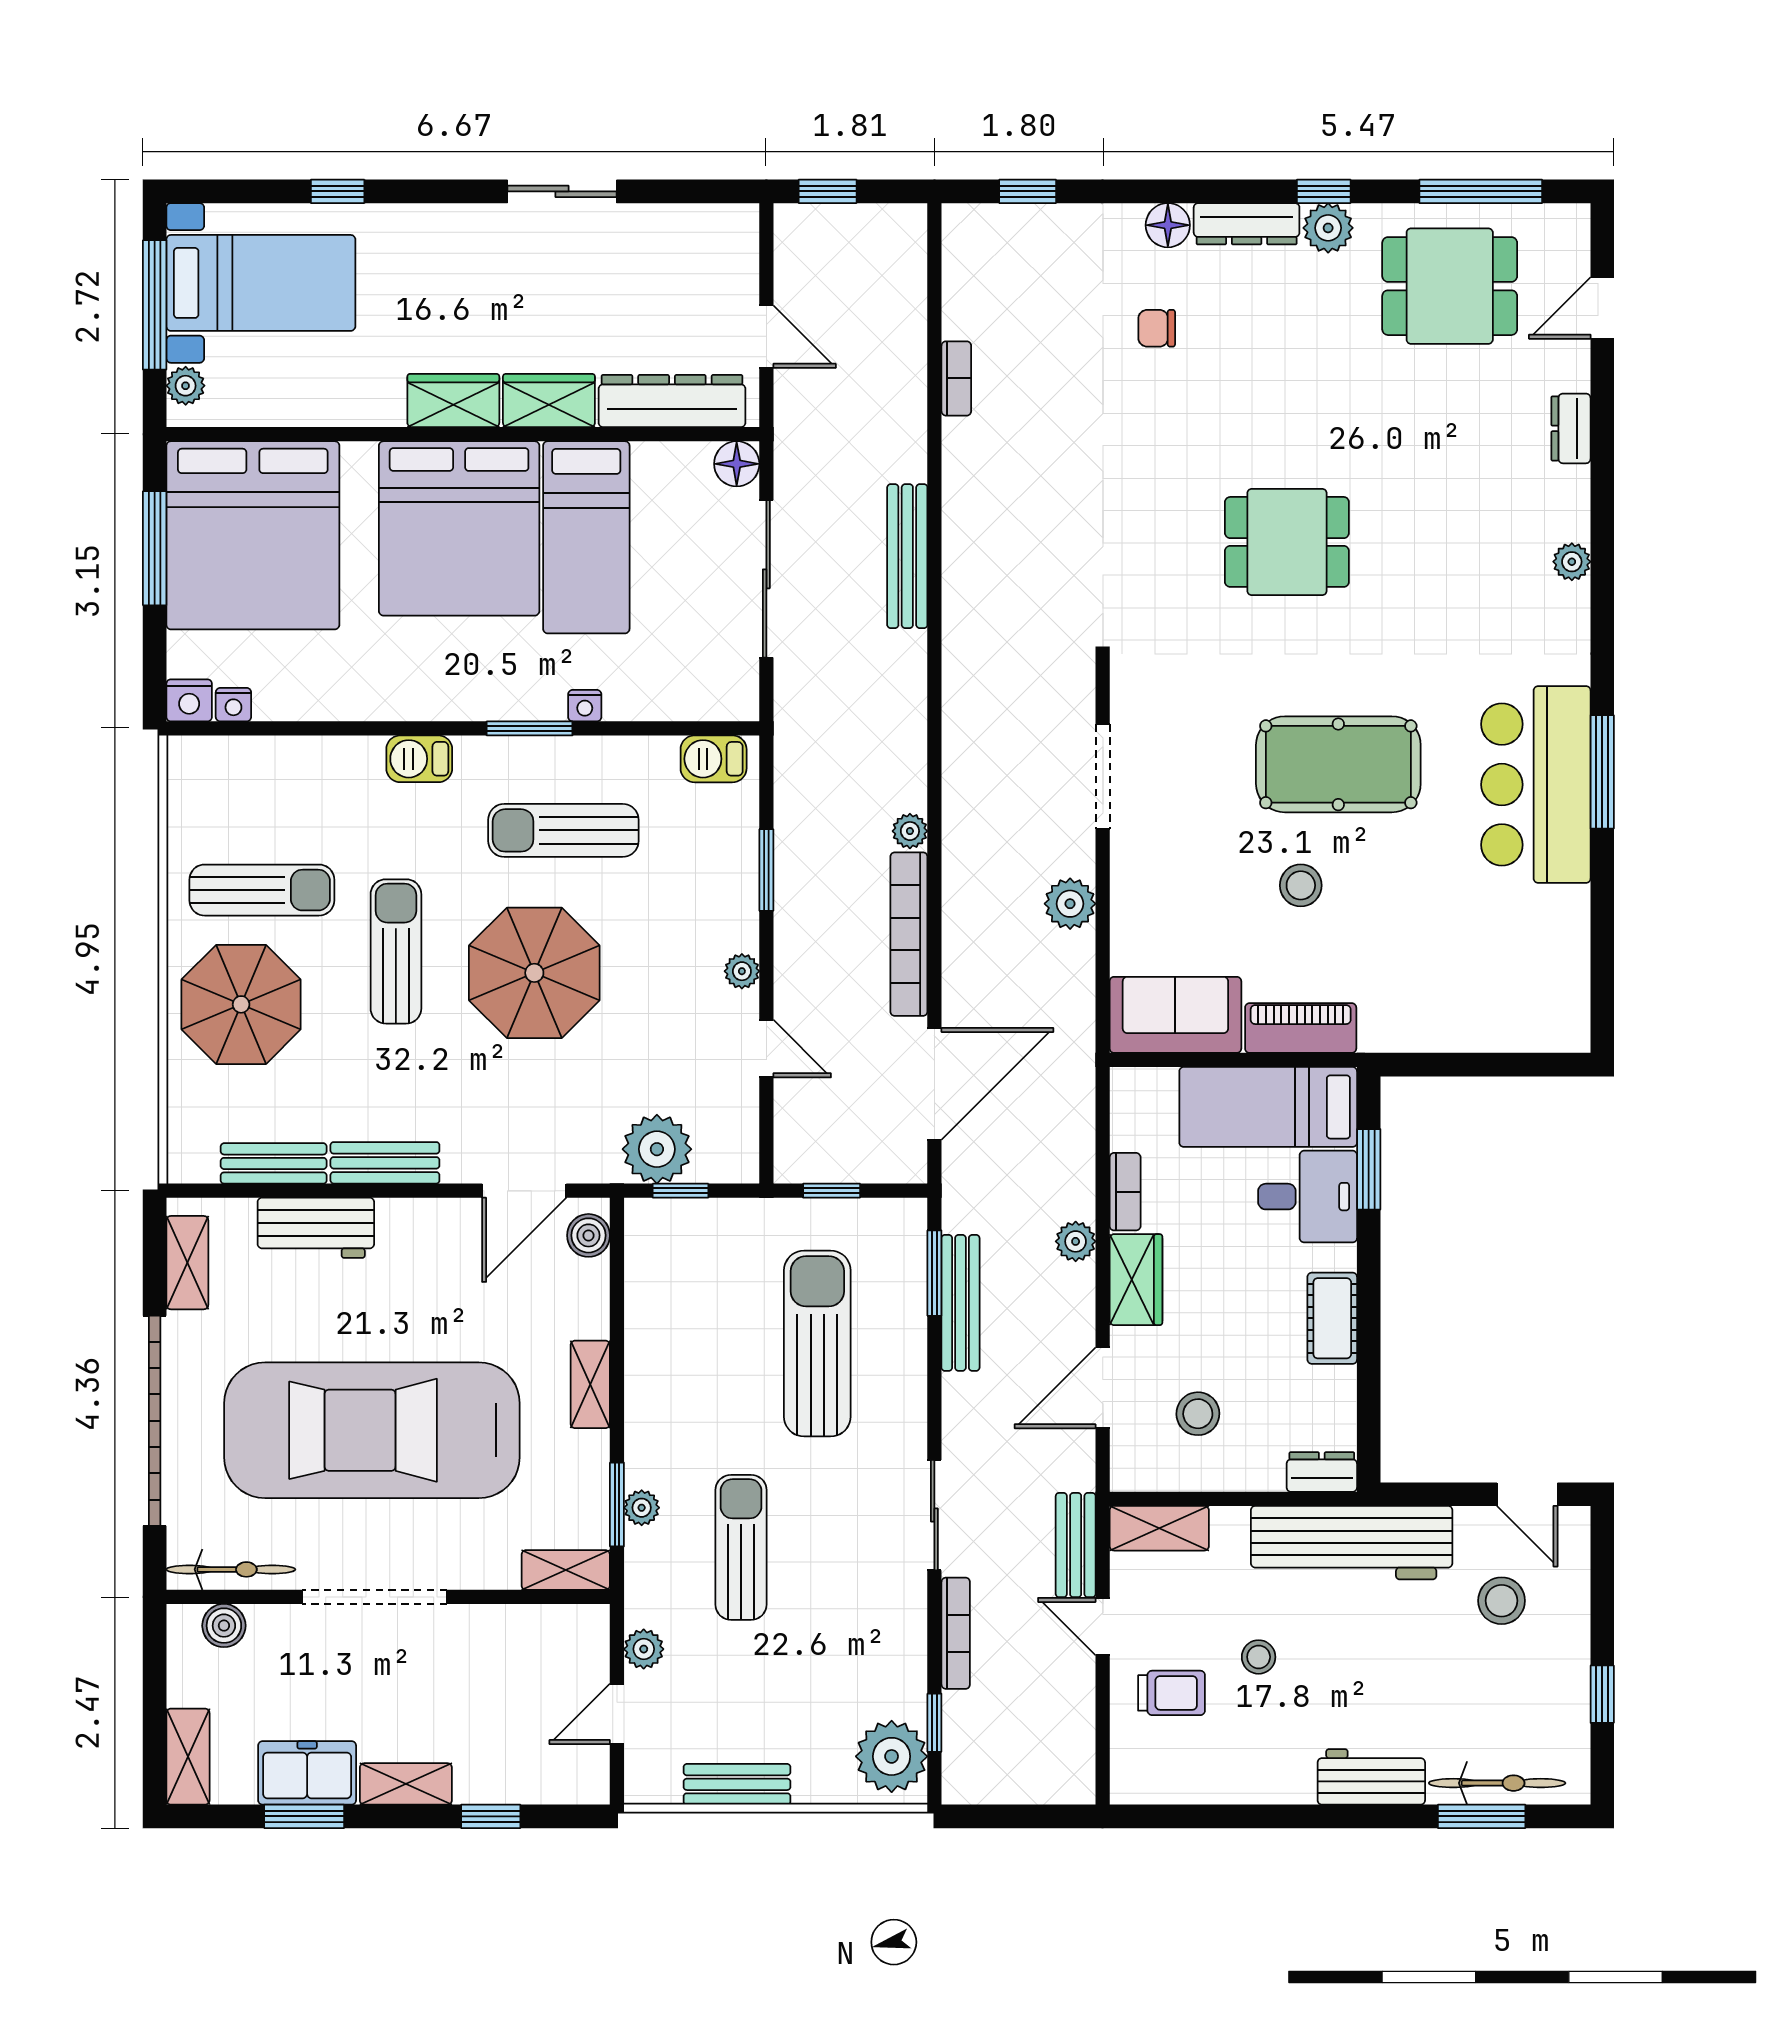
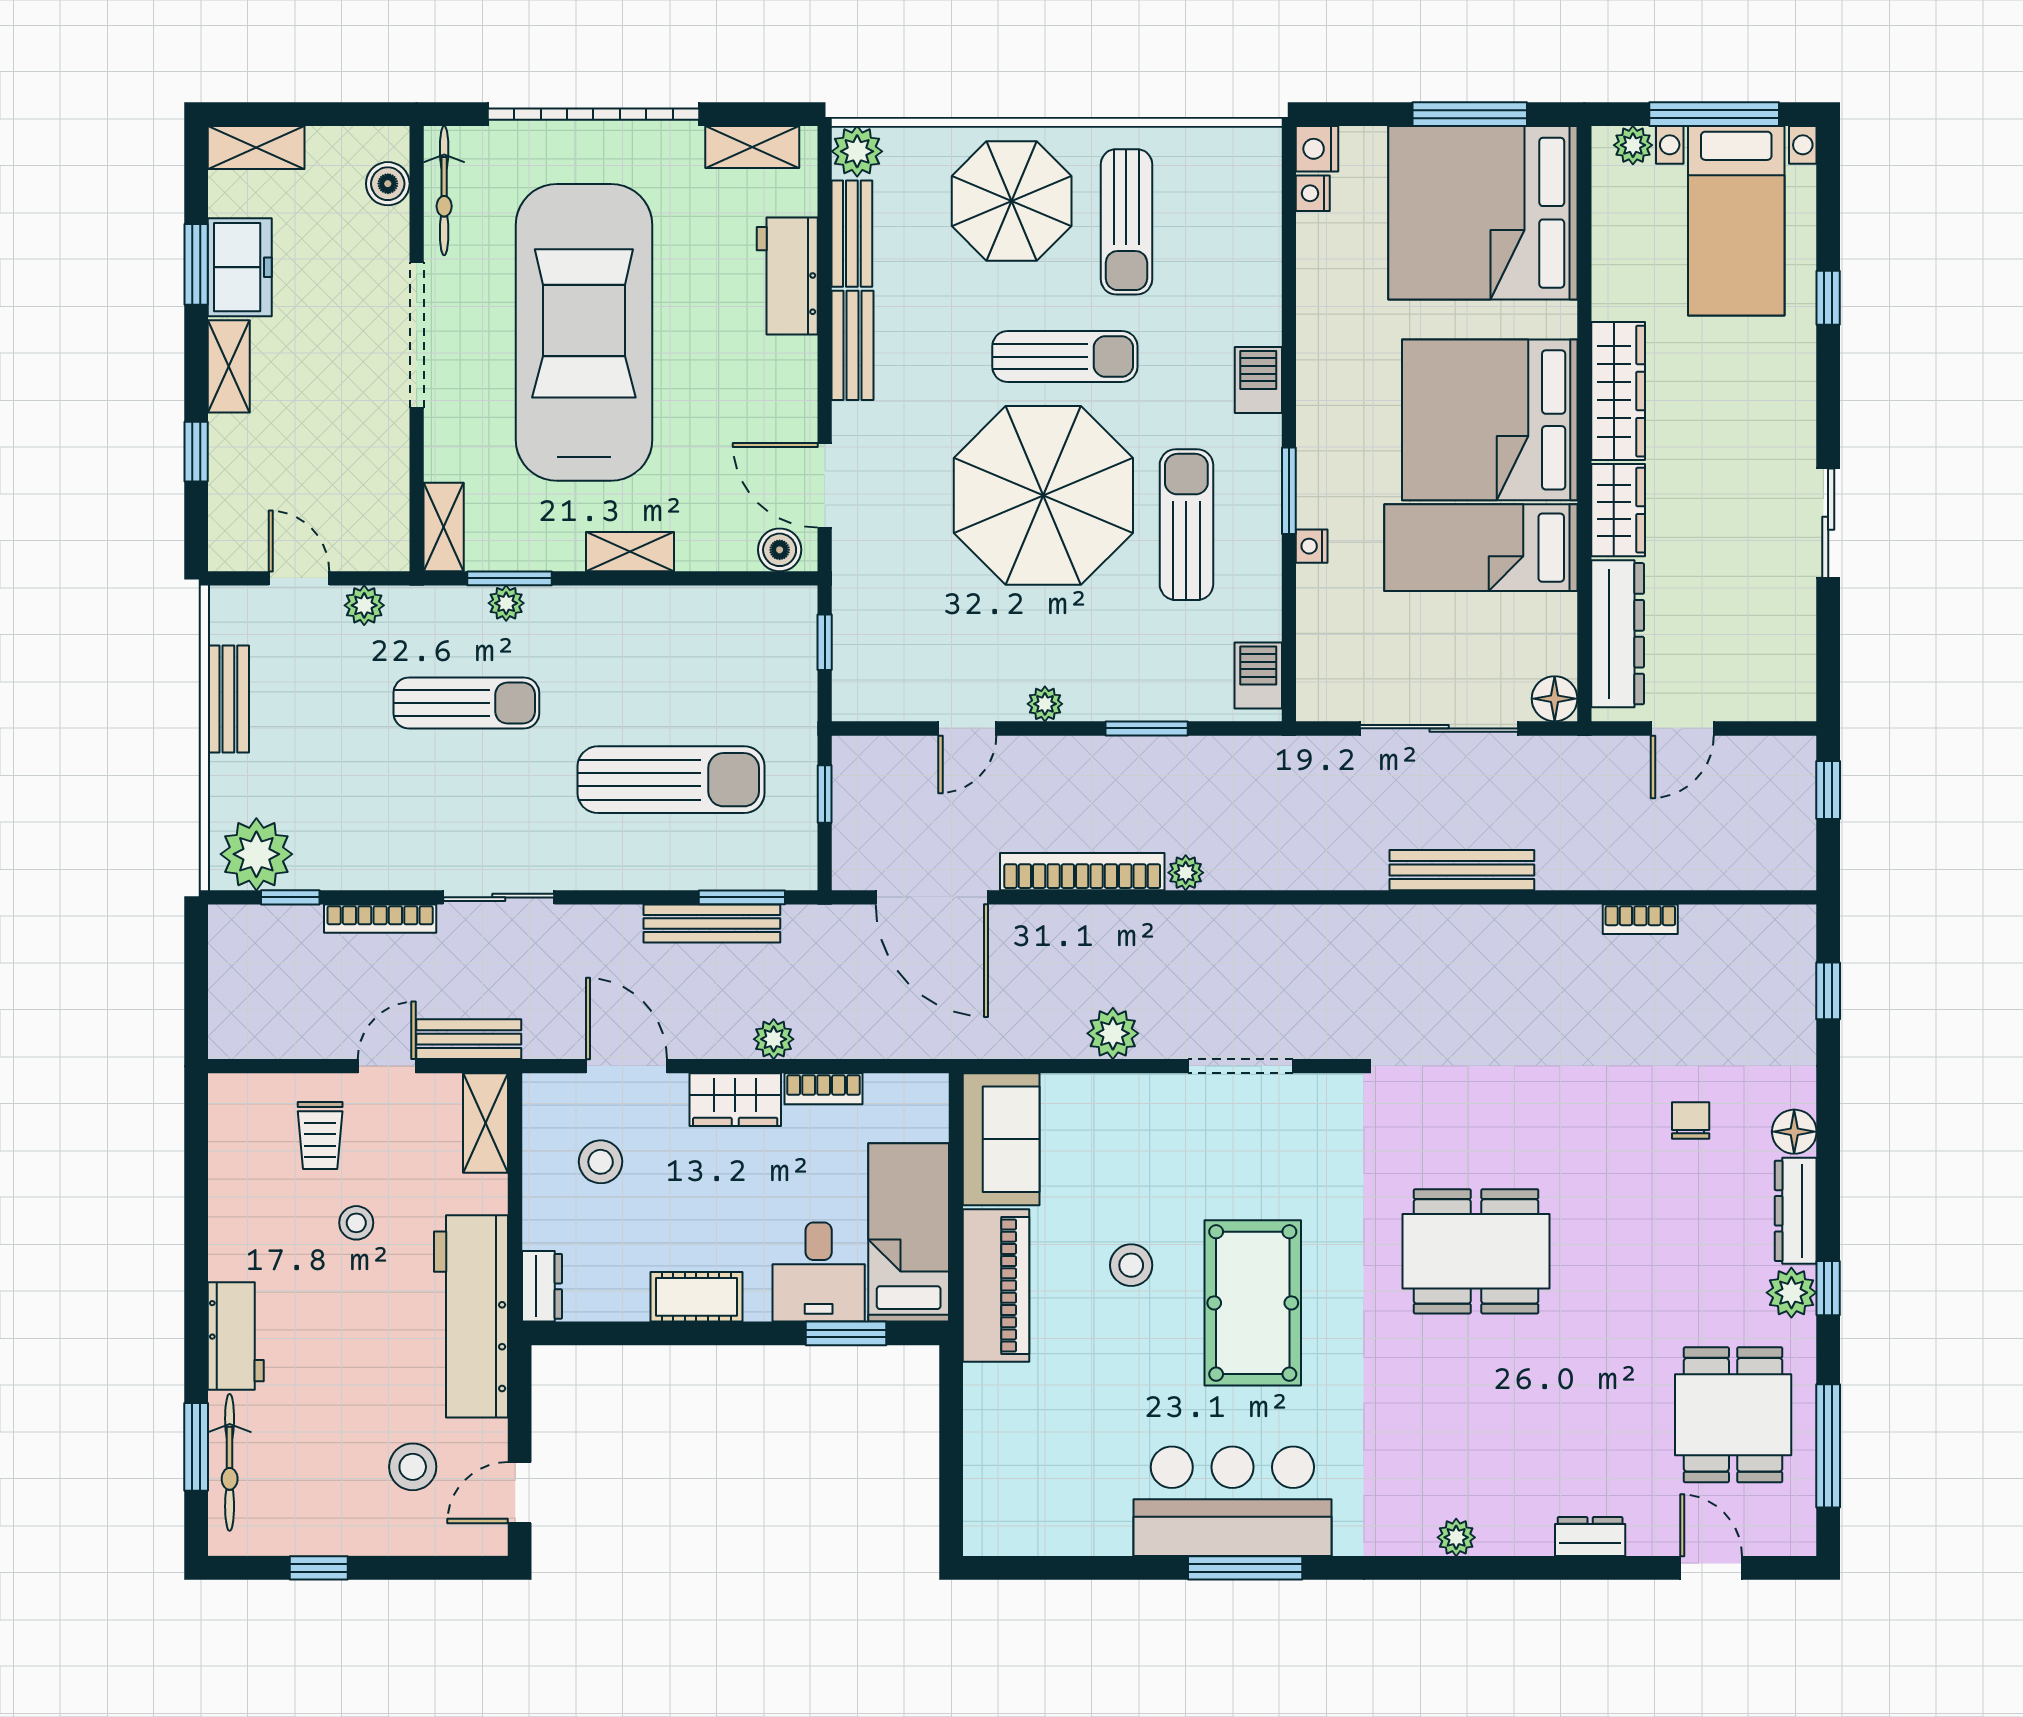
wardrobe: (453, 401) -> (1618, 391), width x1.50
dining table: (1287, 542) -> (1476, 1251), width x1.37
parasol: (534, 973) -> (1043, 495), width x1.36, depth x1.36
piano: (1301, 1028) -> (996, 1286), width x1.37, depth x1.33
plant: (657, 1149) -> (857, 151), moved, width x0.73, depth x0.73

